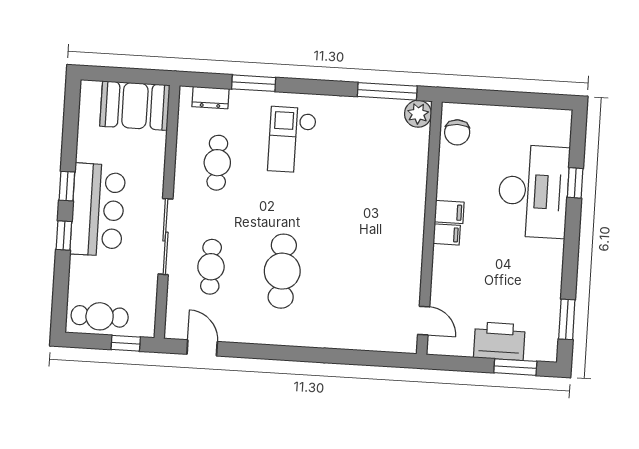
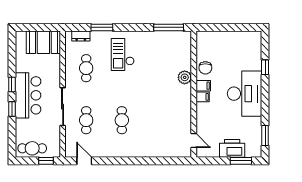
plant: (418, 114) -> (185, 77), moved
chair: (457, 132) -> (205, 68), moved
desk: (533, 191) -> (245, 94), moved
cafe table: (282, 271) -> (122, 120), width x0.73, depth x0.74

